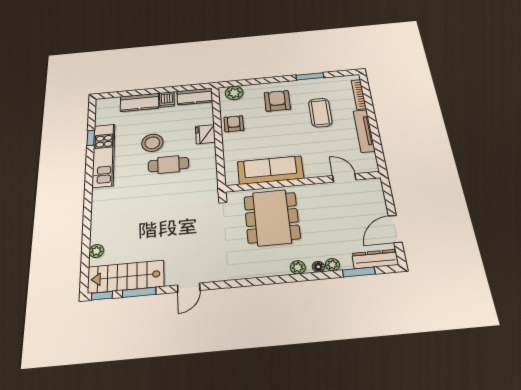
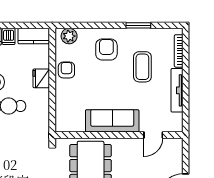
sofa: (270, 170) -> (112, 121), moved
door: (344, 178) -> (153, 135), swing flipped

